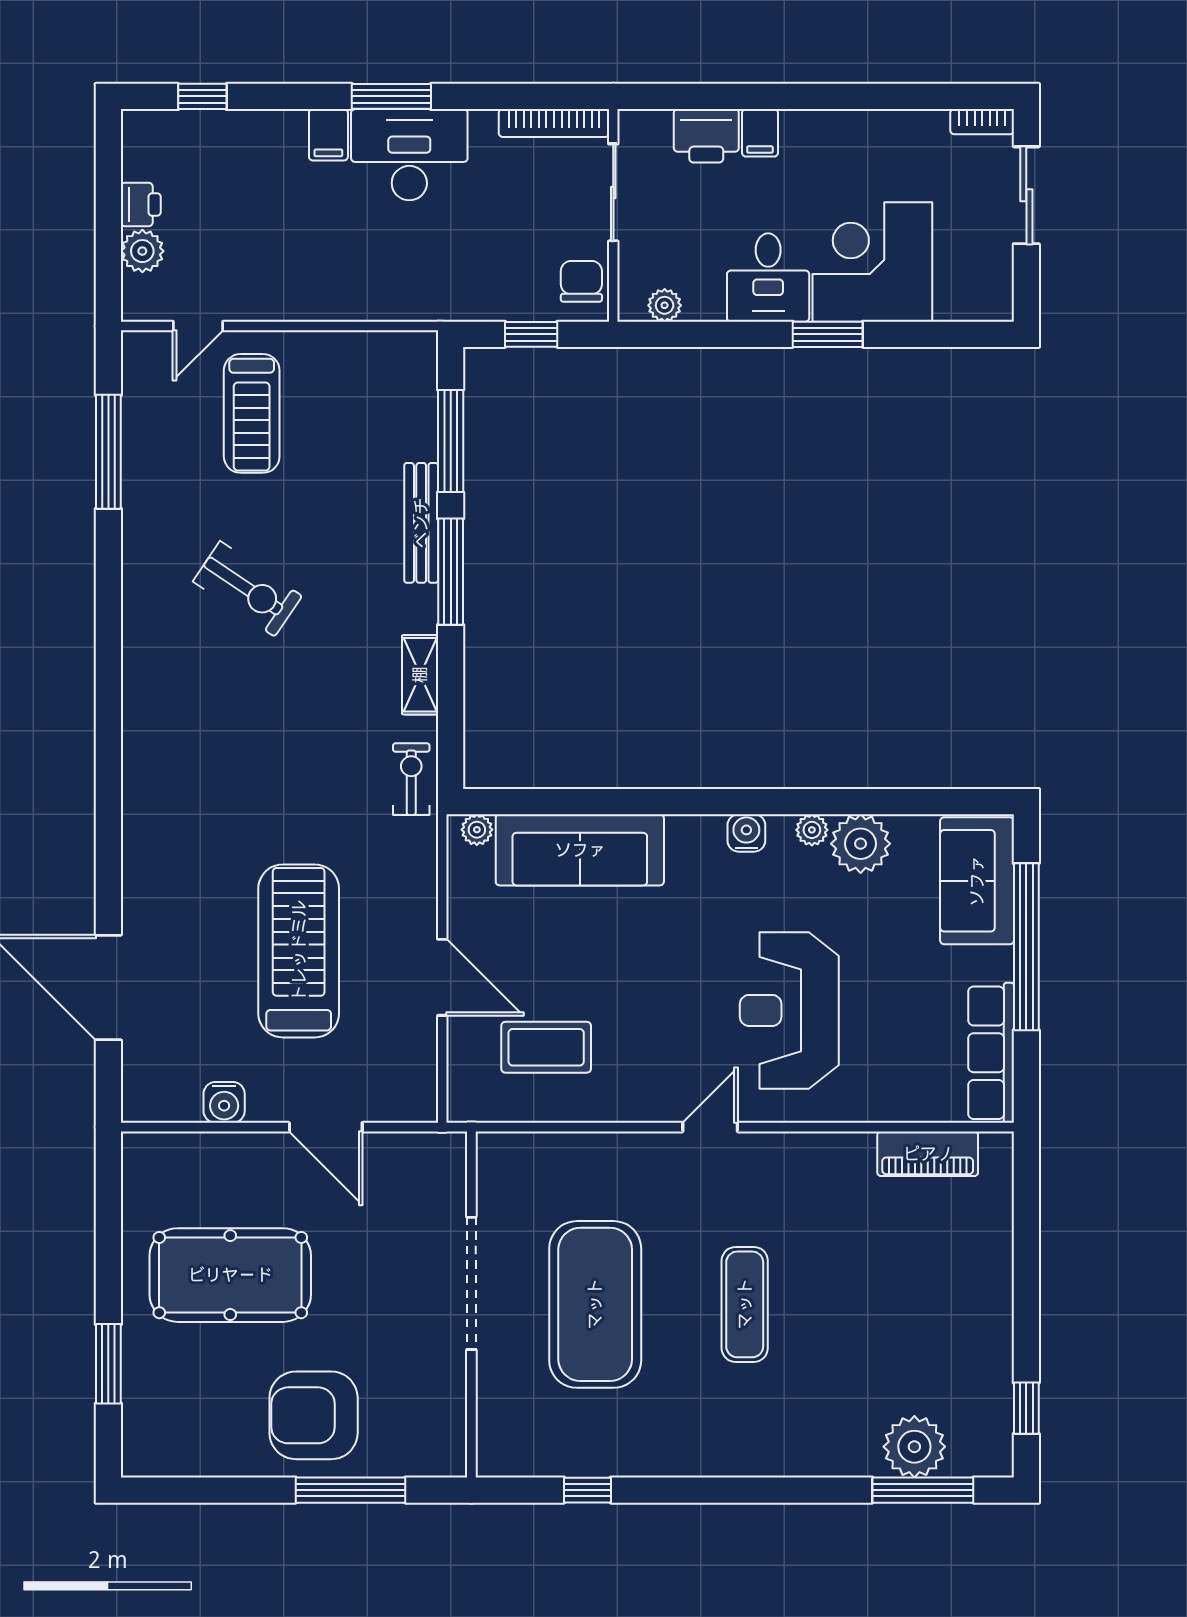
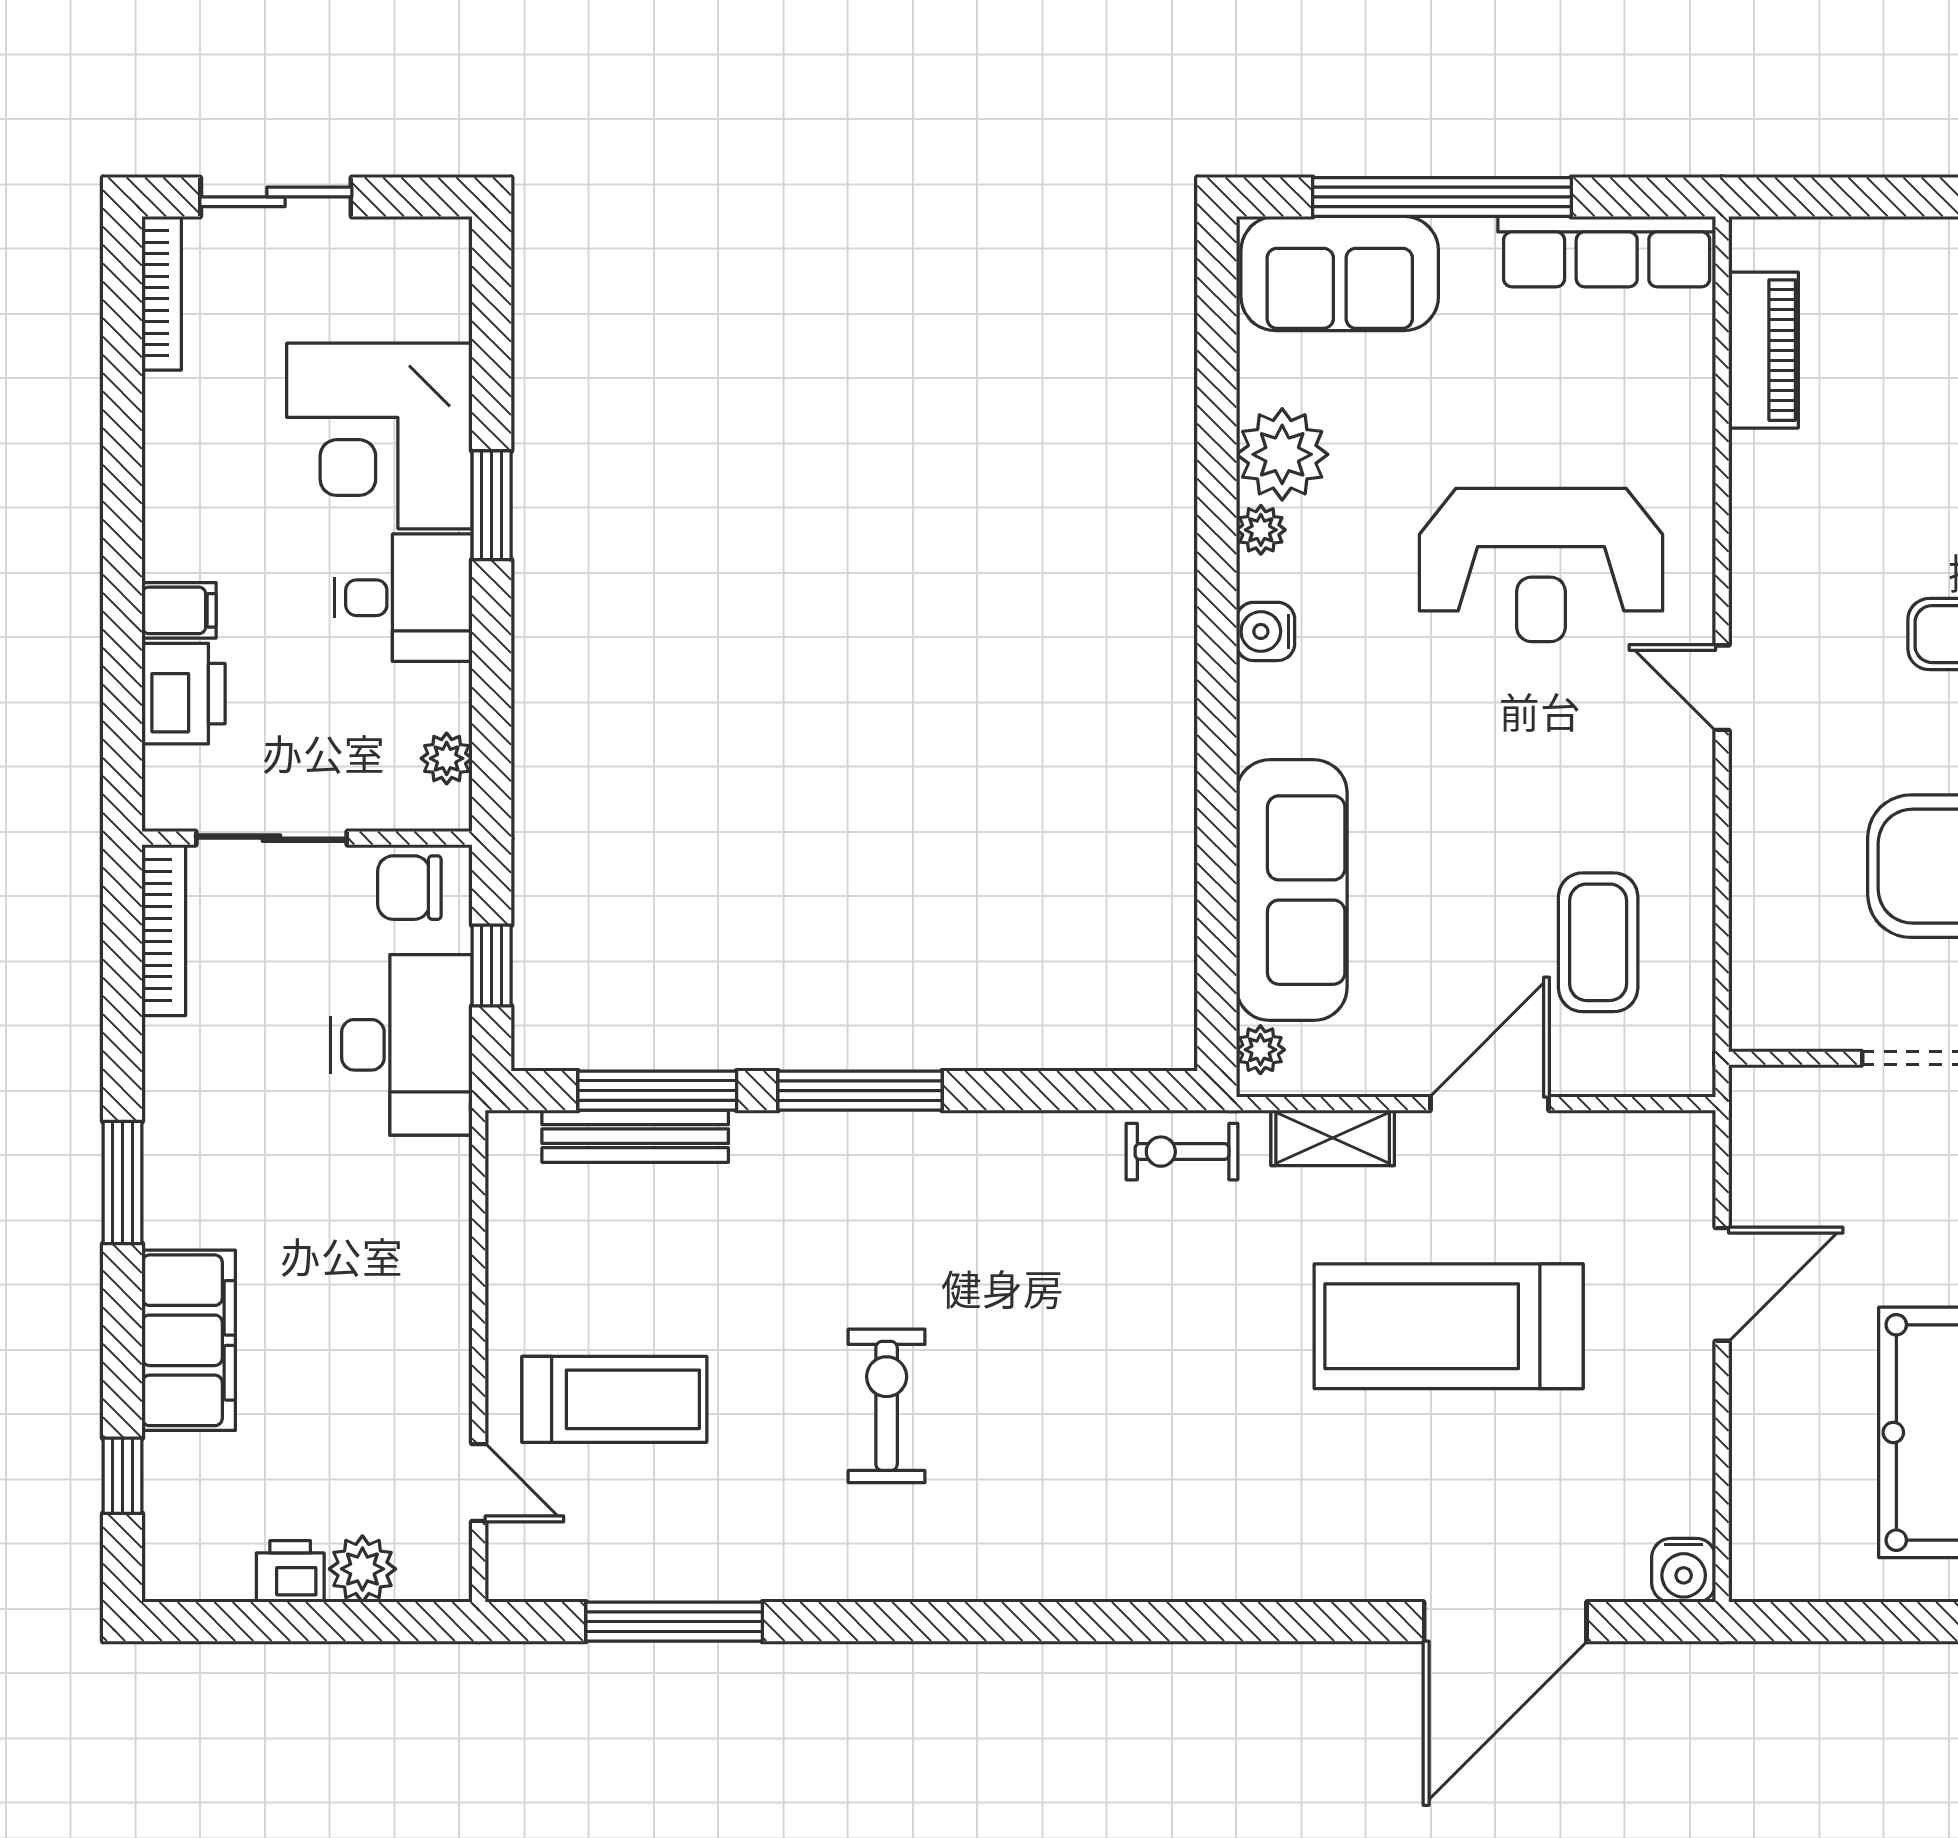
bookcase: (982, 122) -> (162, 293), width x1.56
filing cabinet: (328, 135) -> (189, 1340), width x3.00, depth x1.17
desk: (409, 155) -> (401, 1045), moved, turned 180
bench: (421, 523) -> (635, 1136), moved
exercise bike: (247, 589) -> (887, 1406), turned -34
shelving: (420, 675) -> (1333, 1138), moved
water cooler: (224, 1102) -> (1684, 1570), moved, turned 90

